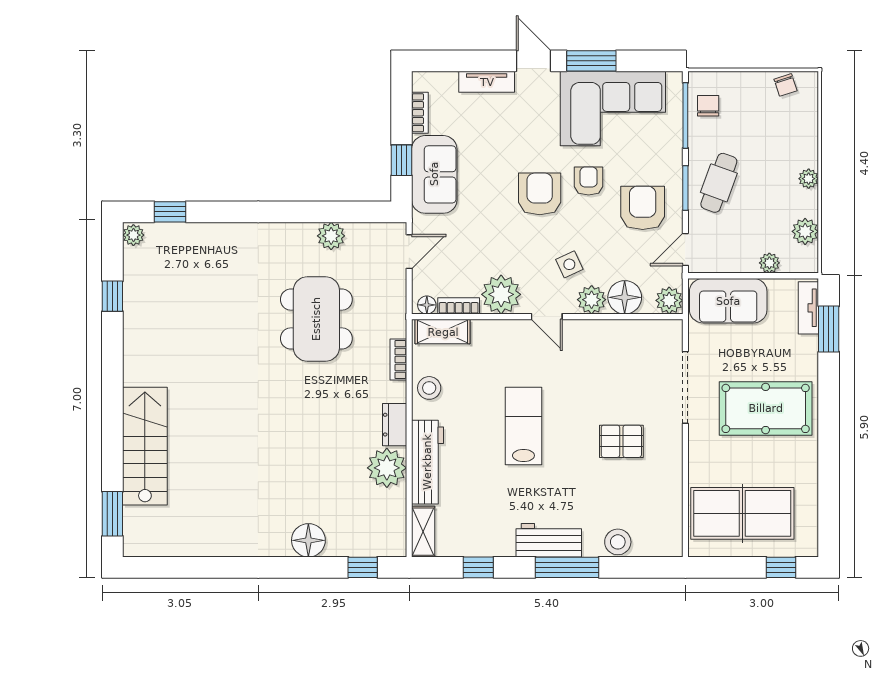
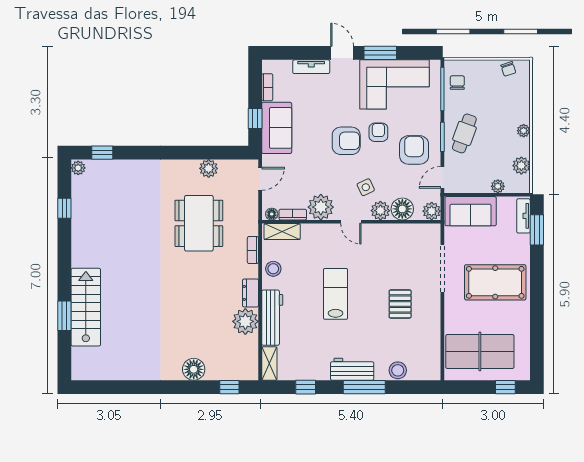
armchair: (540, 194) -> (346, 141), turned 90
pallet: (621, 441) -> (400, 304), turned 90
window: (112, 514) -> (64, 316), moved

